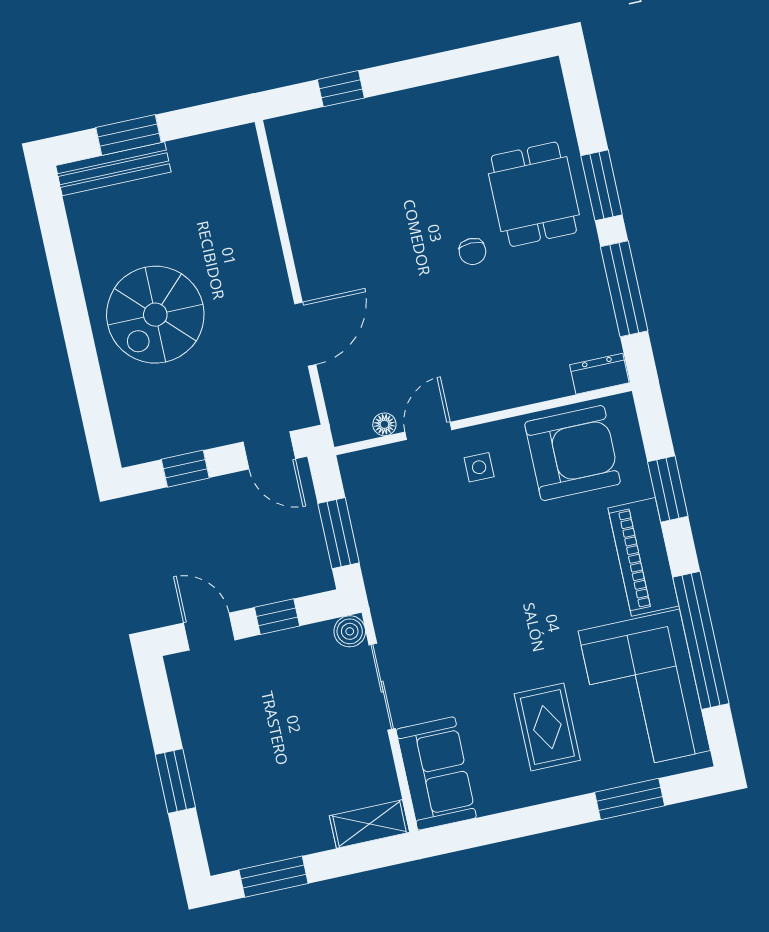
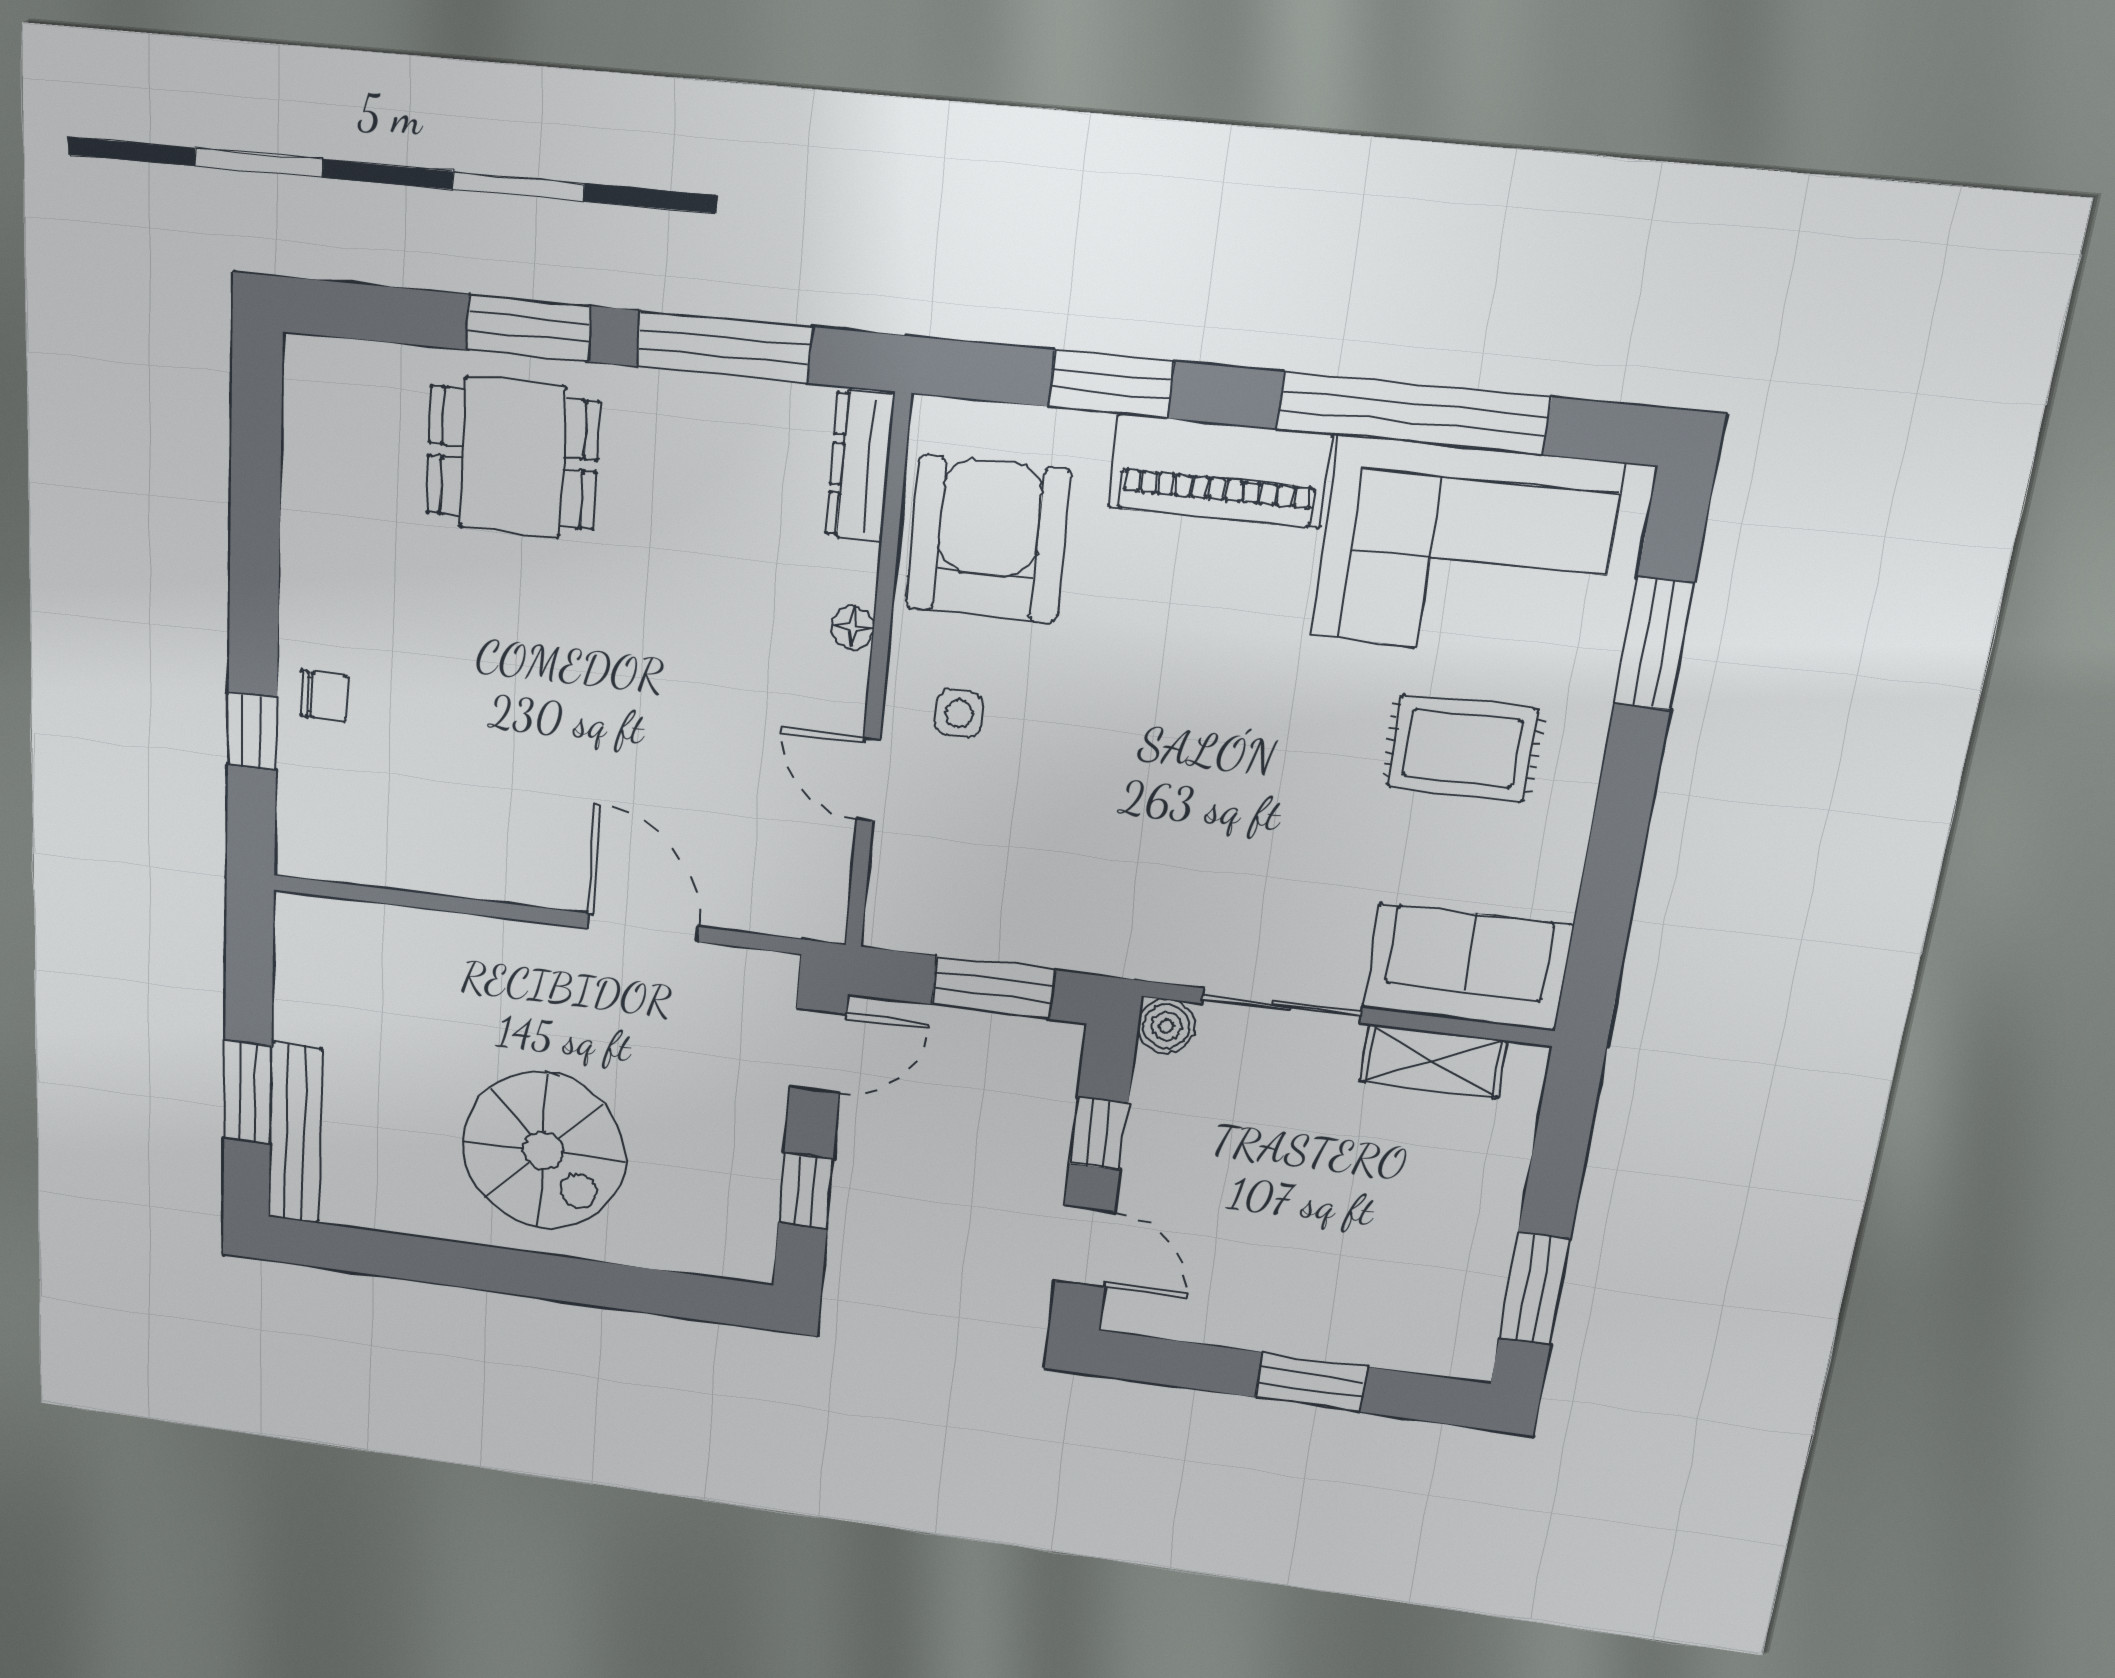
chair: (472, 251) -> (323, 696), moved
dresser: (599, 374) -> (860, 466), width x1.44
floor lamp: (384, 424) -> (853, 628), moved
door: (209, 631) -> (1085, 1246), swing flipped
shelving: (369, 824) -> (1433, 1061), moved, turned 90

